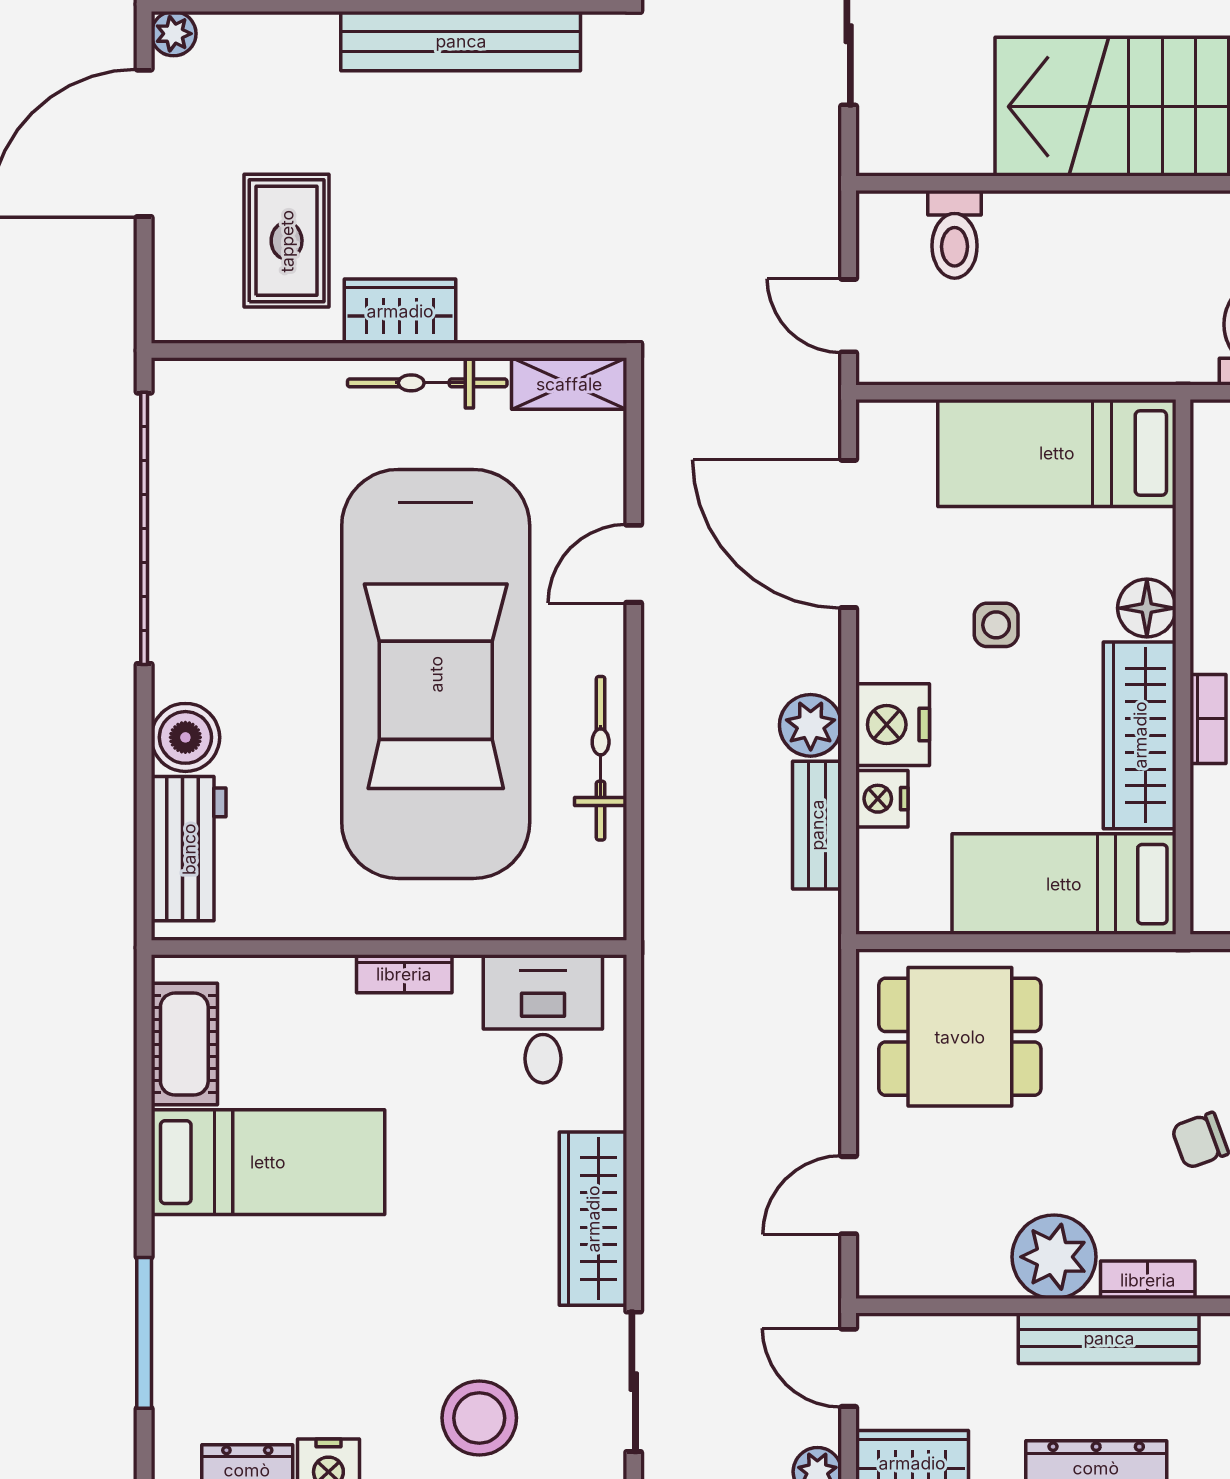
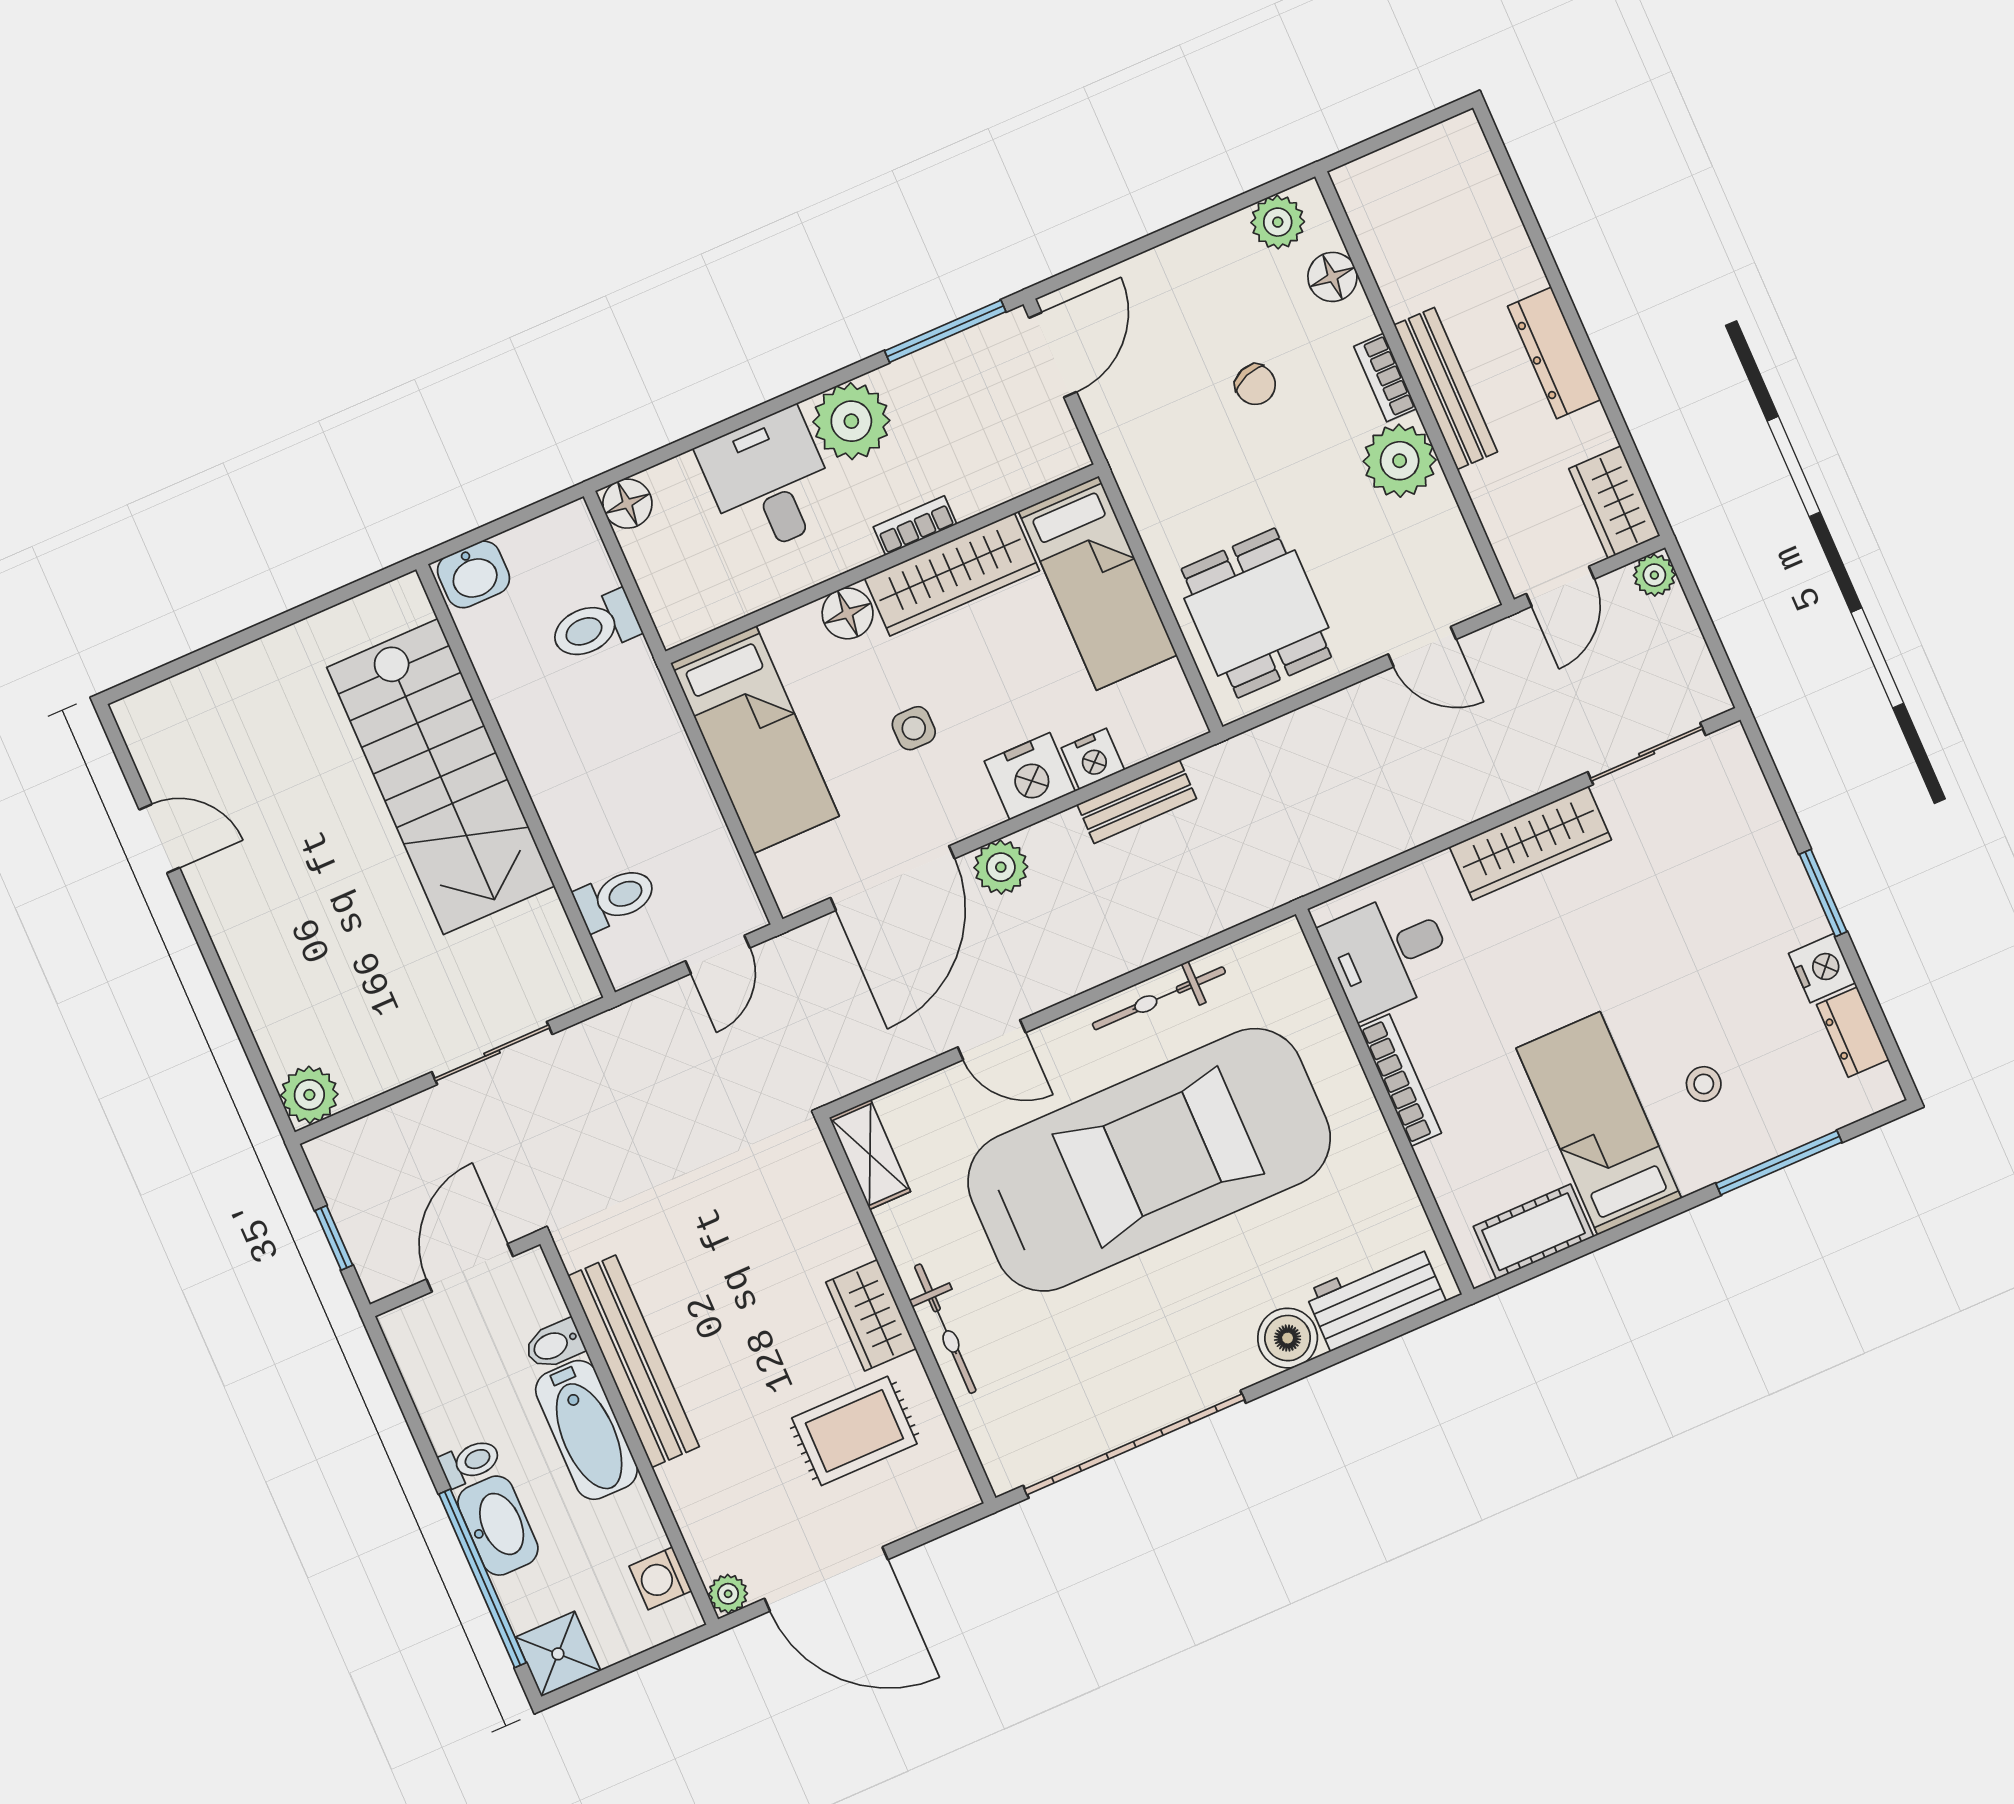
bicycle: (427, 383) -> (945, 1329), moved
plant: (811, 725) -> (1001, 867), moved
bookcase: (404, 974) -> (1400, 1080), width x1.56
stool: (479, 1418) -> (1704, 1084), moved, width x0.53, depth x0.53

